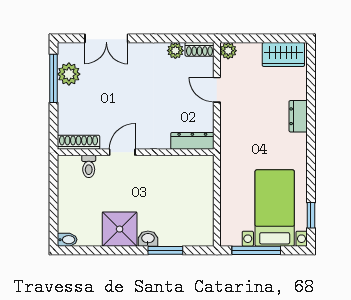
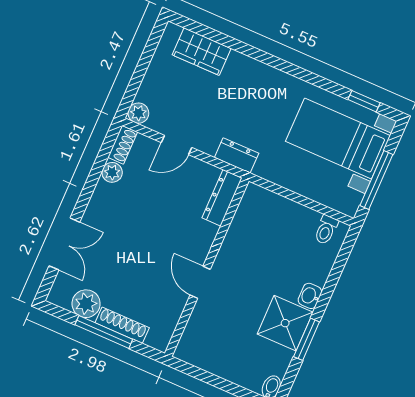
wardrobe: (283, 55) -> (202, 52), moved, turned 90
window: (54, 78) -> (104, 332), moved
dresser: (298, 116) -> (237, 155), moved, turned 180
shoe rack: (78, 142) -> (122, 325), moved, turned 90
toilet: (89, 166) -> (326, 230), moved, turned 90
window: (165, 250) -> (307, 339), moved

